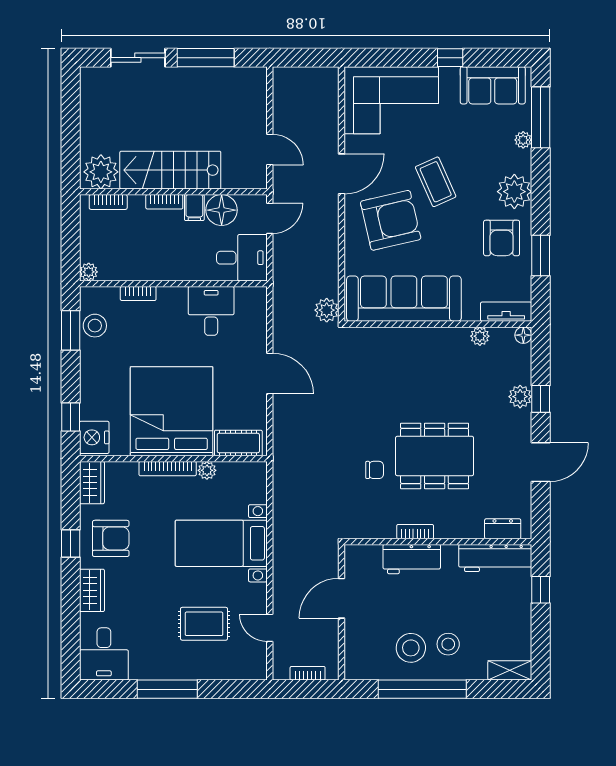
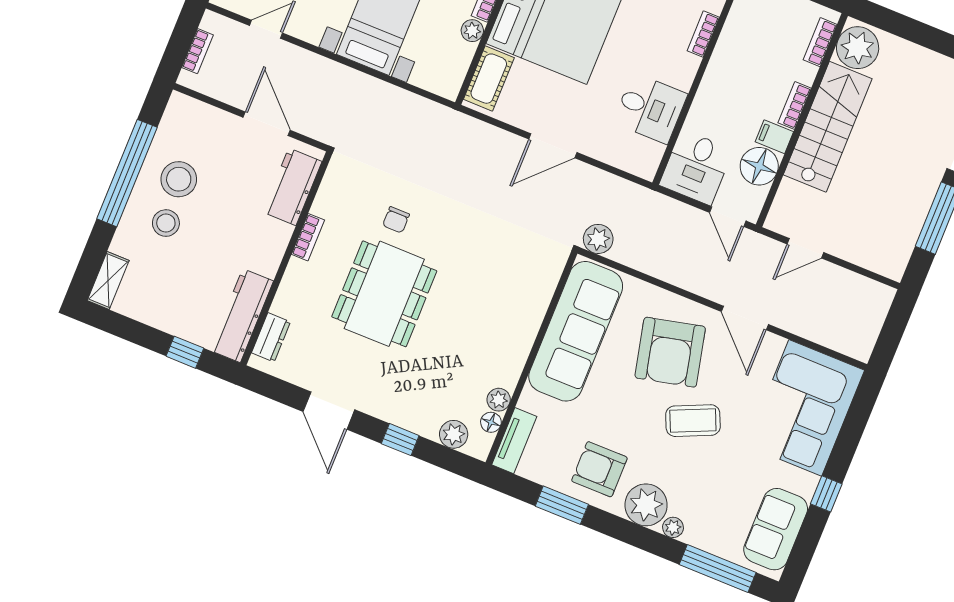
plant: (523, 140) -> (673, 527), moved
floor lamp: (523, 335) -> (491, 422), moved
plant: (520, 397) -> (454, 434), moved
workbench: (412, 559) -> (292, 187), moved

